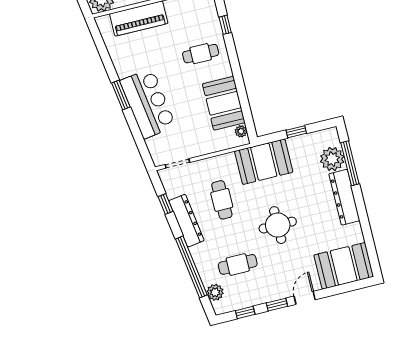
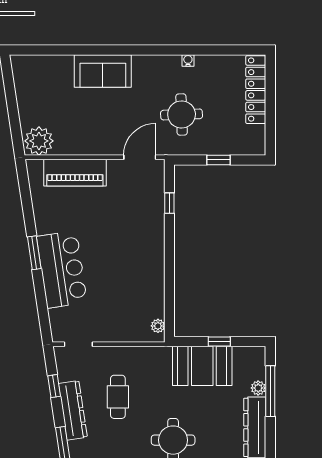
cafe table: (201, 54) -> (134, 228), removed
booth: (224, 103) -> (146, 290), removed
plant: (332, 159) -> (258, 388), width x0.53, depth x0.53
booth: (264, 162) -> (202, 366), moved

